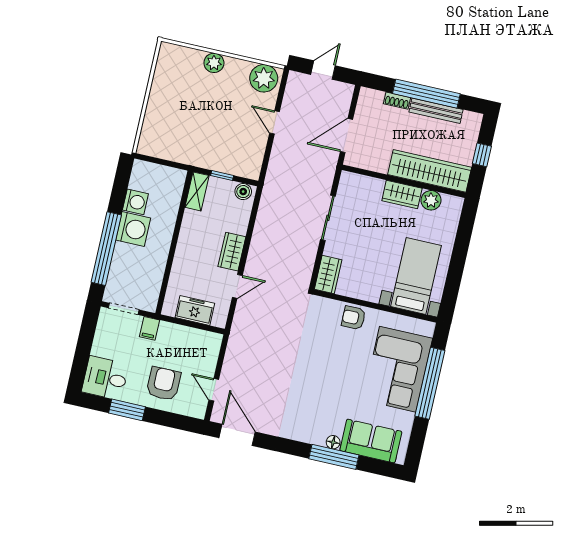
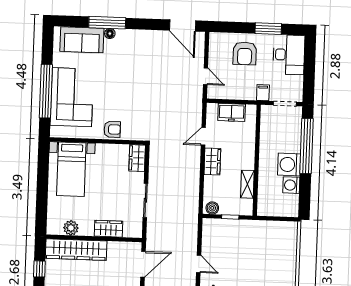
shelving: (197, 191) -> (247, 184), moved
wardrobe: (402, 194) -> (109, 229), moved
desk: (105, 378) -> (289, 55), width x1.37
door: (214, 390) -> (206, 76), moved

